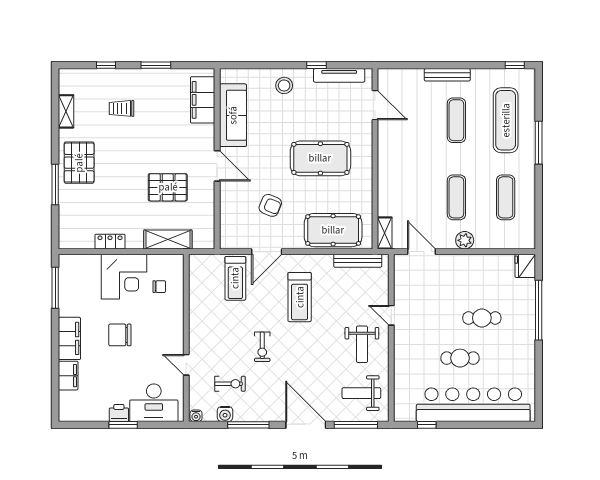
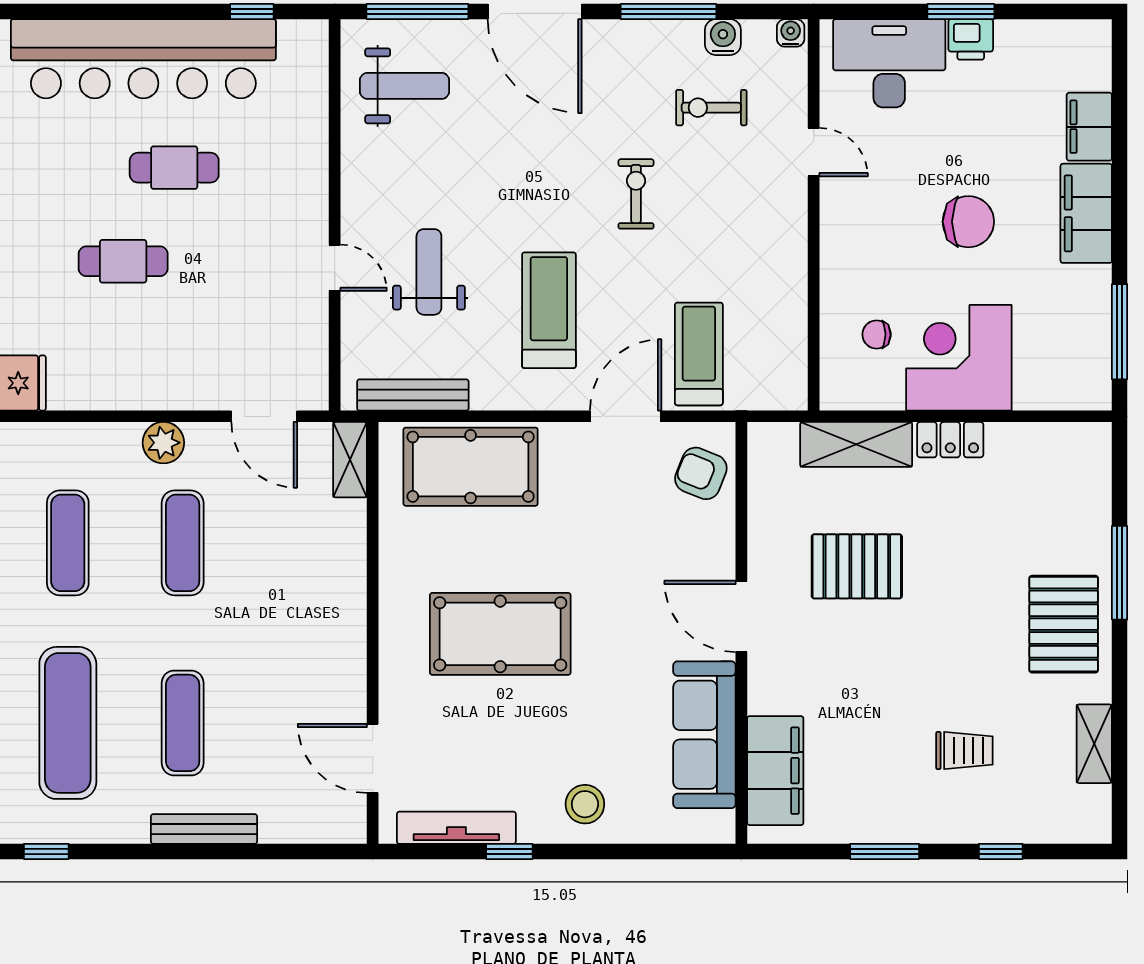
armchair: (270, 205) -> (701, 473), moved
locker: (110, 242) -> (950, 440), moved
weight bench: (362, 344) -> (429, 272), moved

